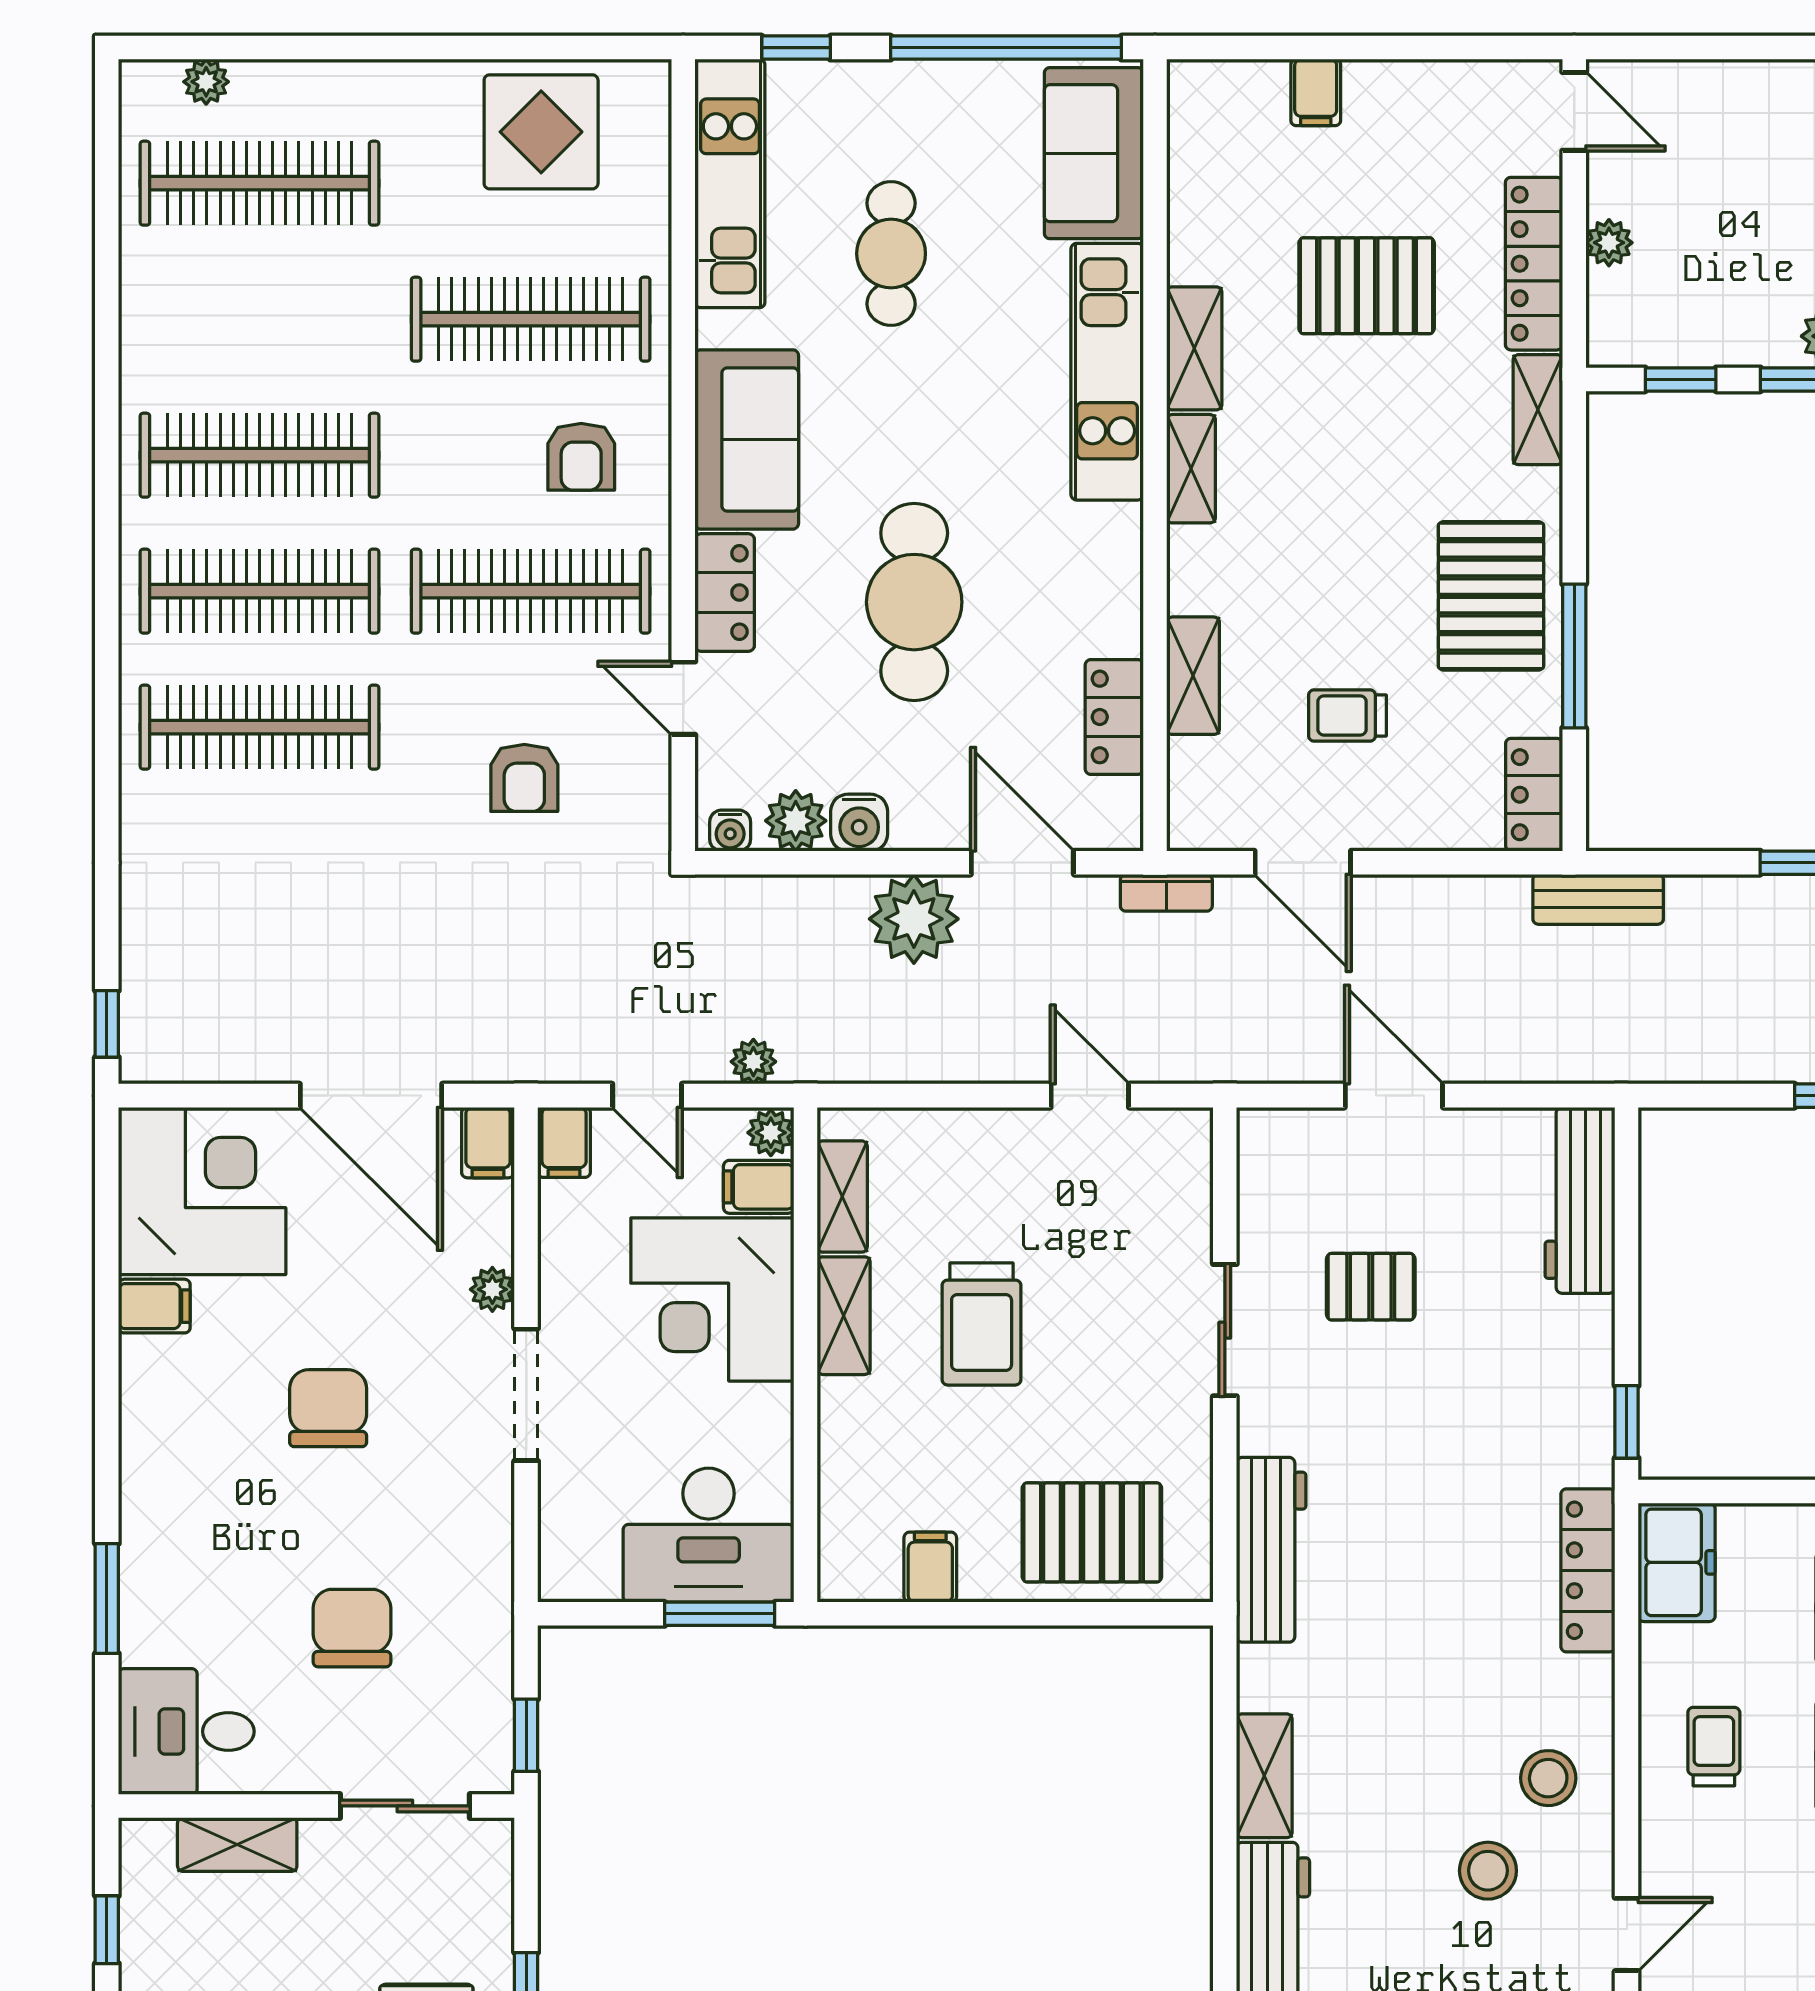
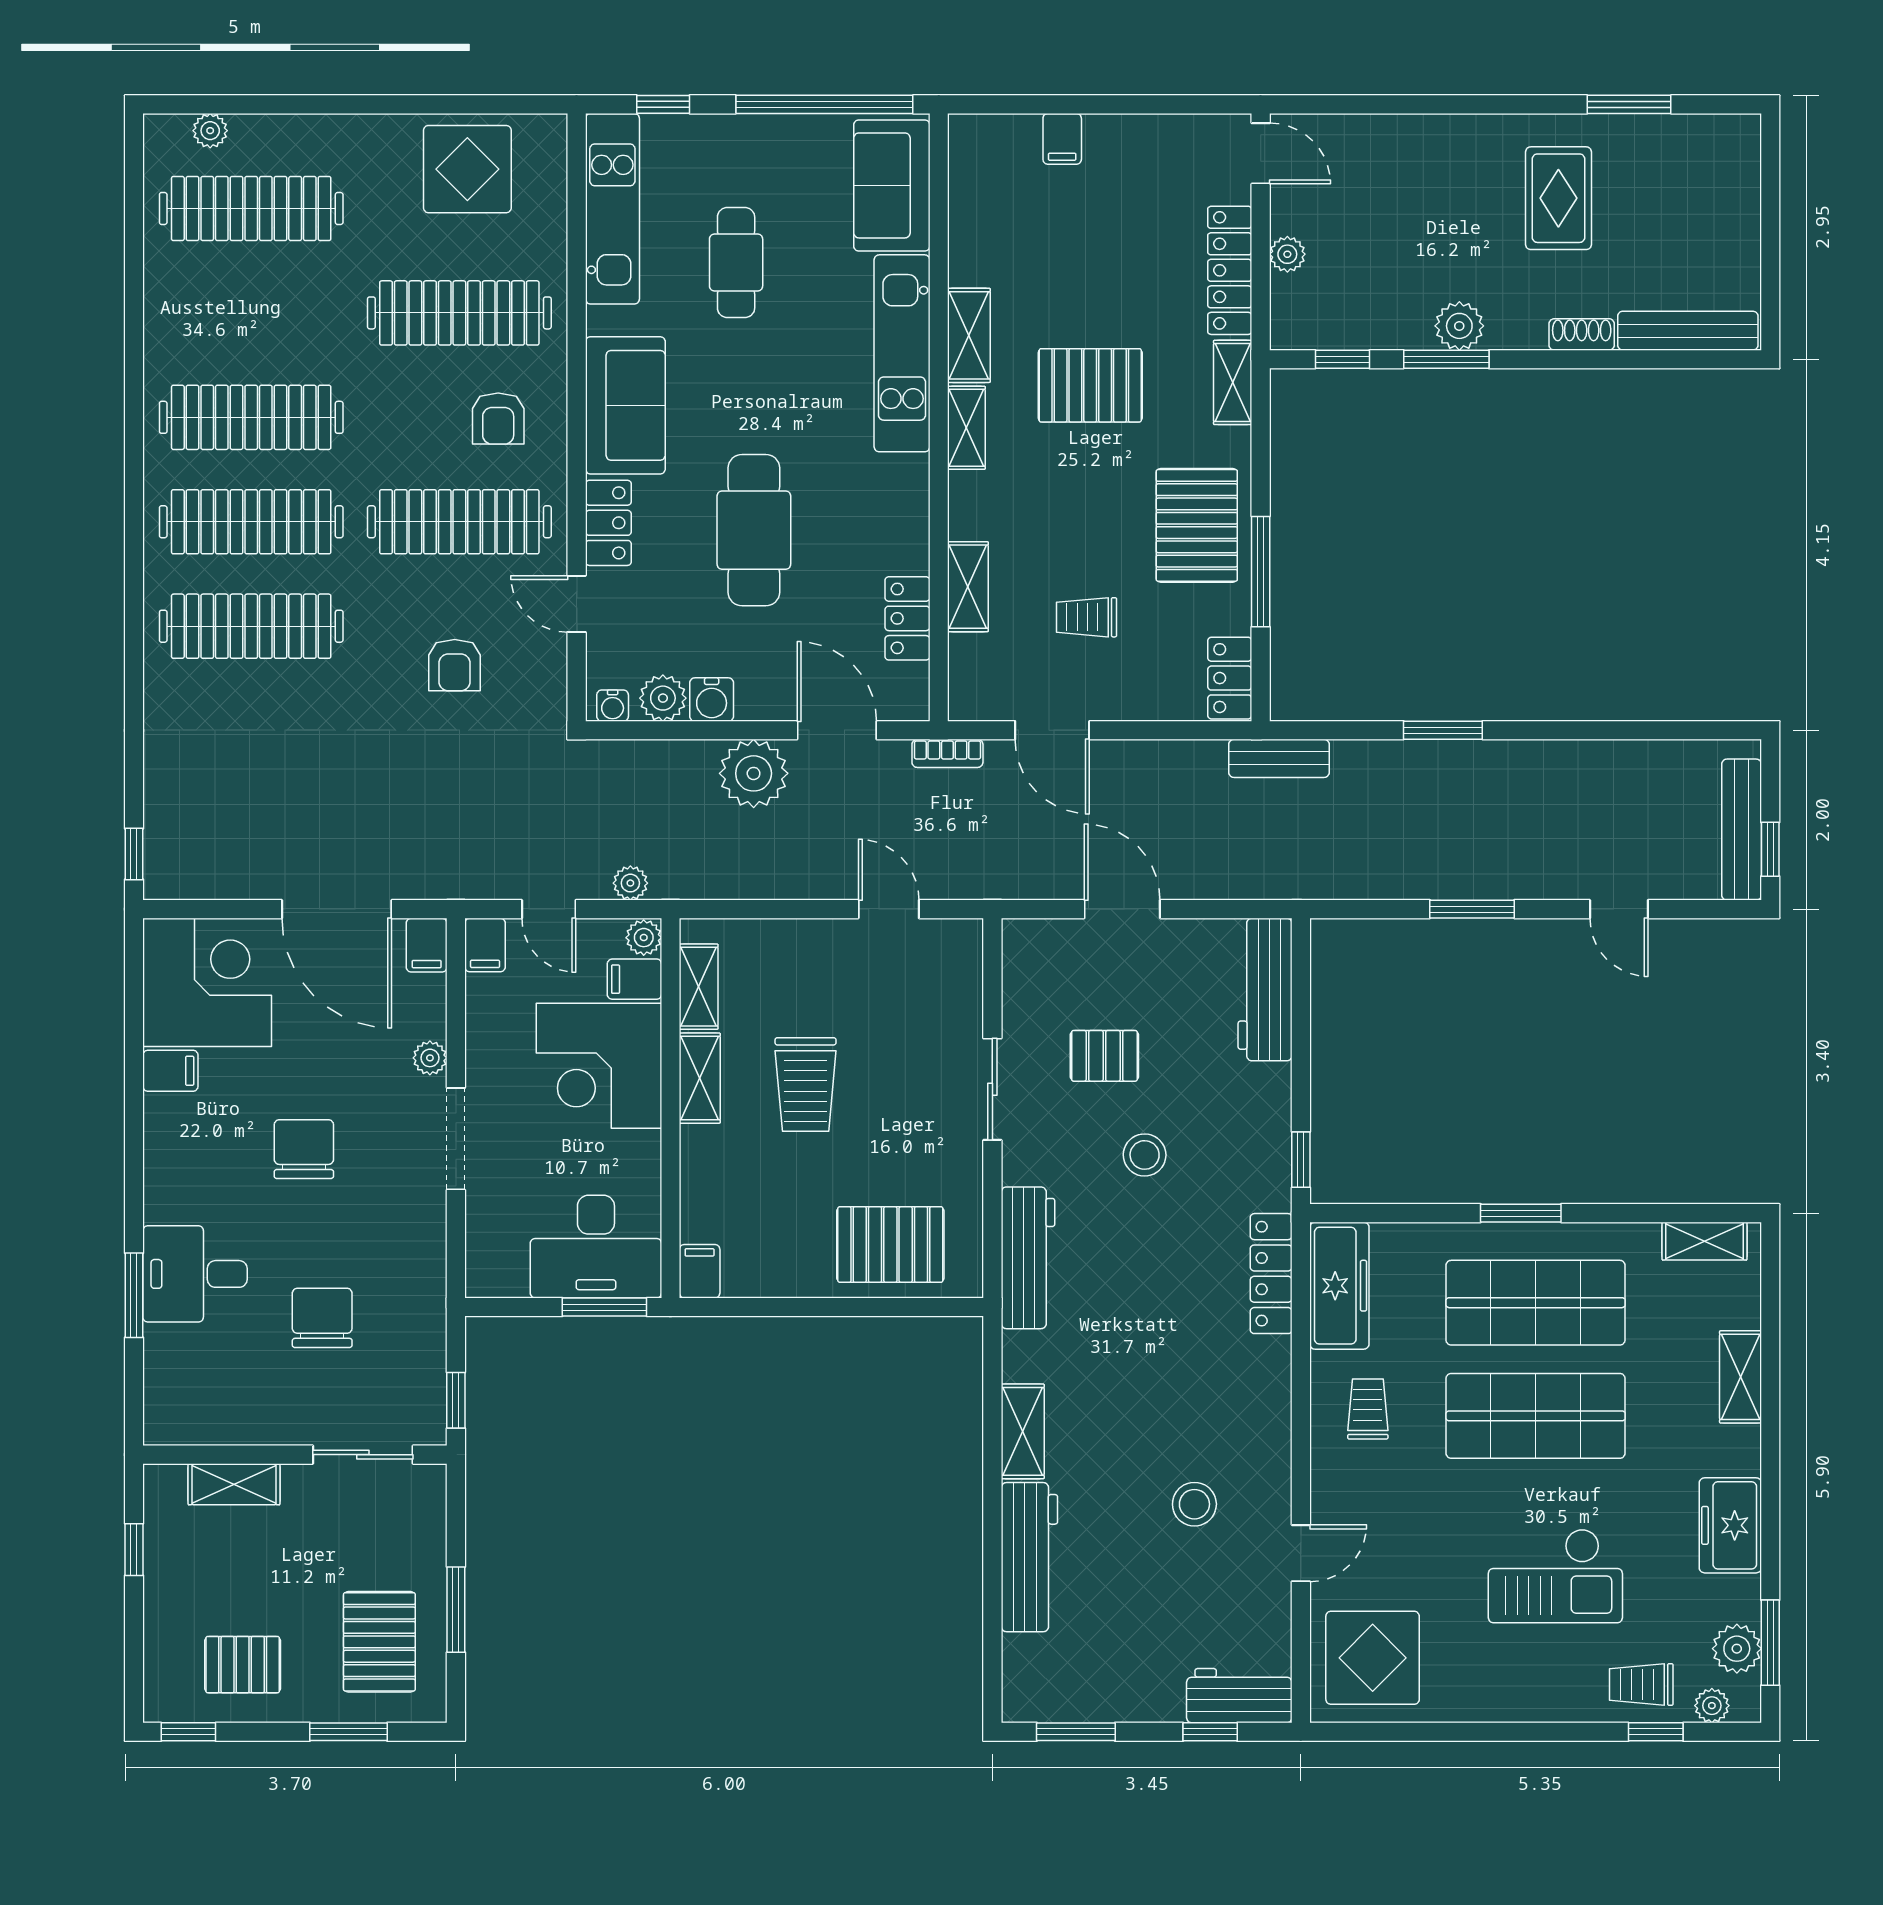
pallet: (1367, 286) -> (1090, 385), moved
freezer: (1677, 1562) -> (1339, 1286), width x1.40
filing cabinet: (930, 1567) -> (700, 1271), moved
desk: (186, 1731) -> (195, 1274), moved
stool: (1548, 1778) -> (1145, 1155), moved

